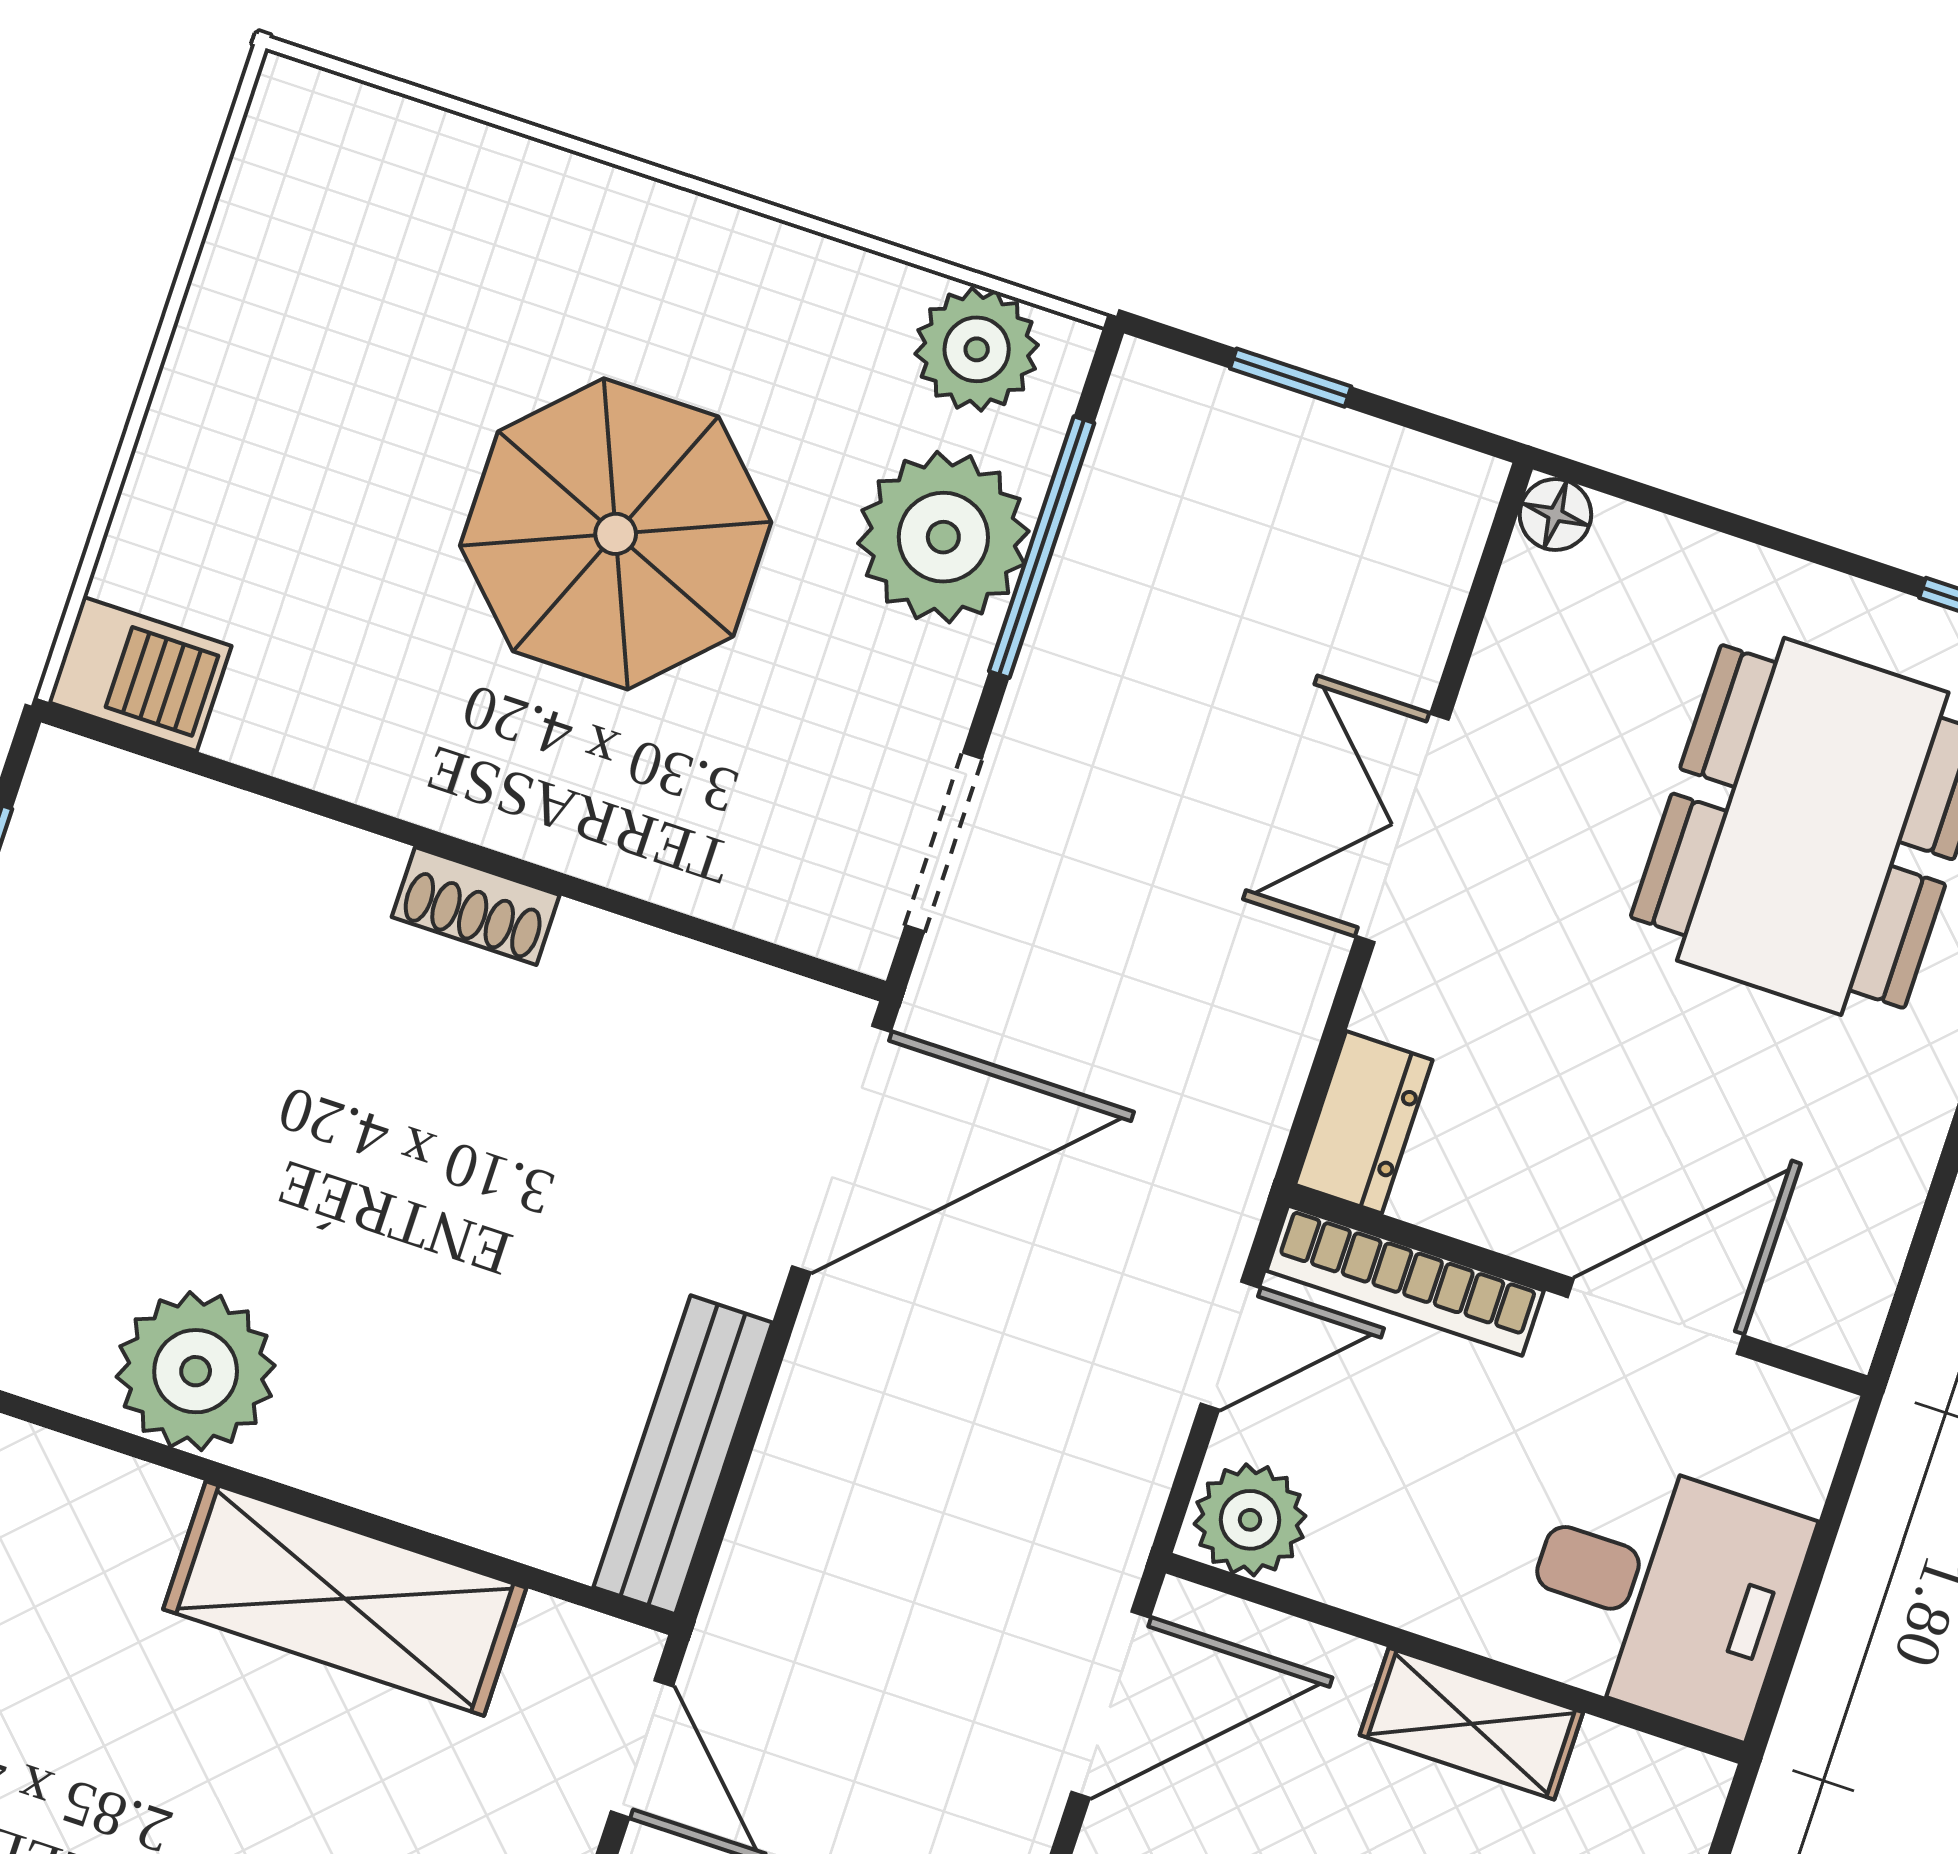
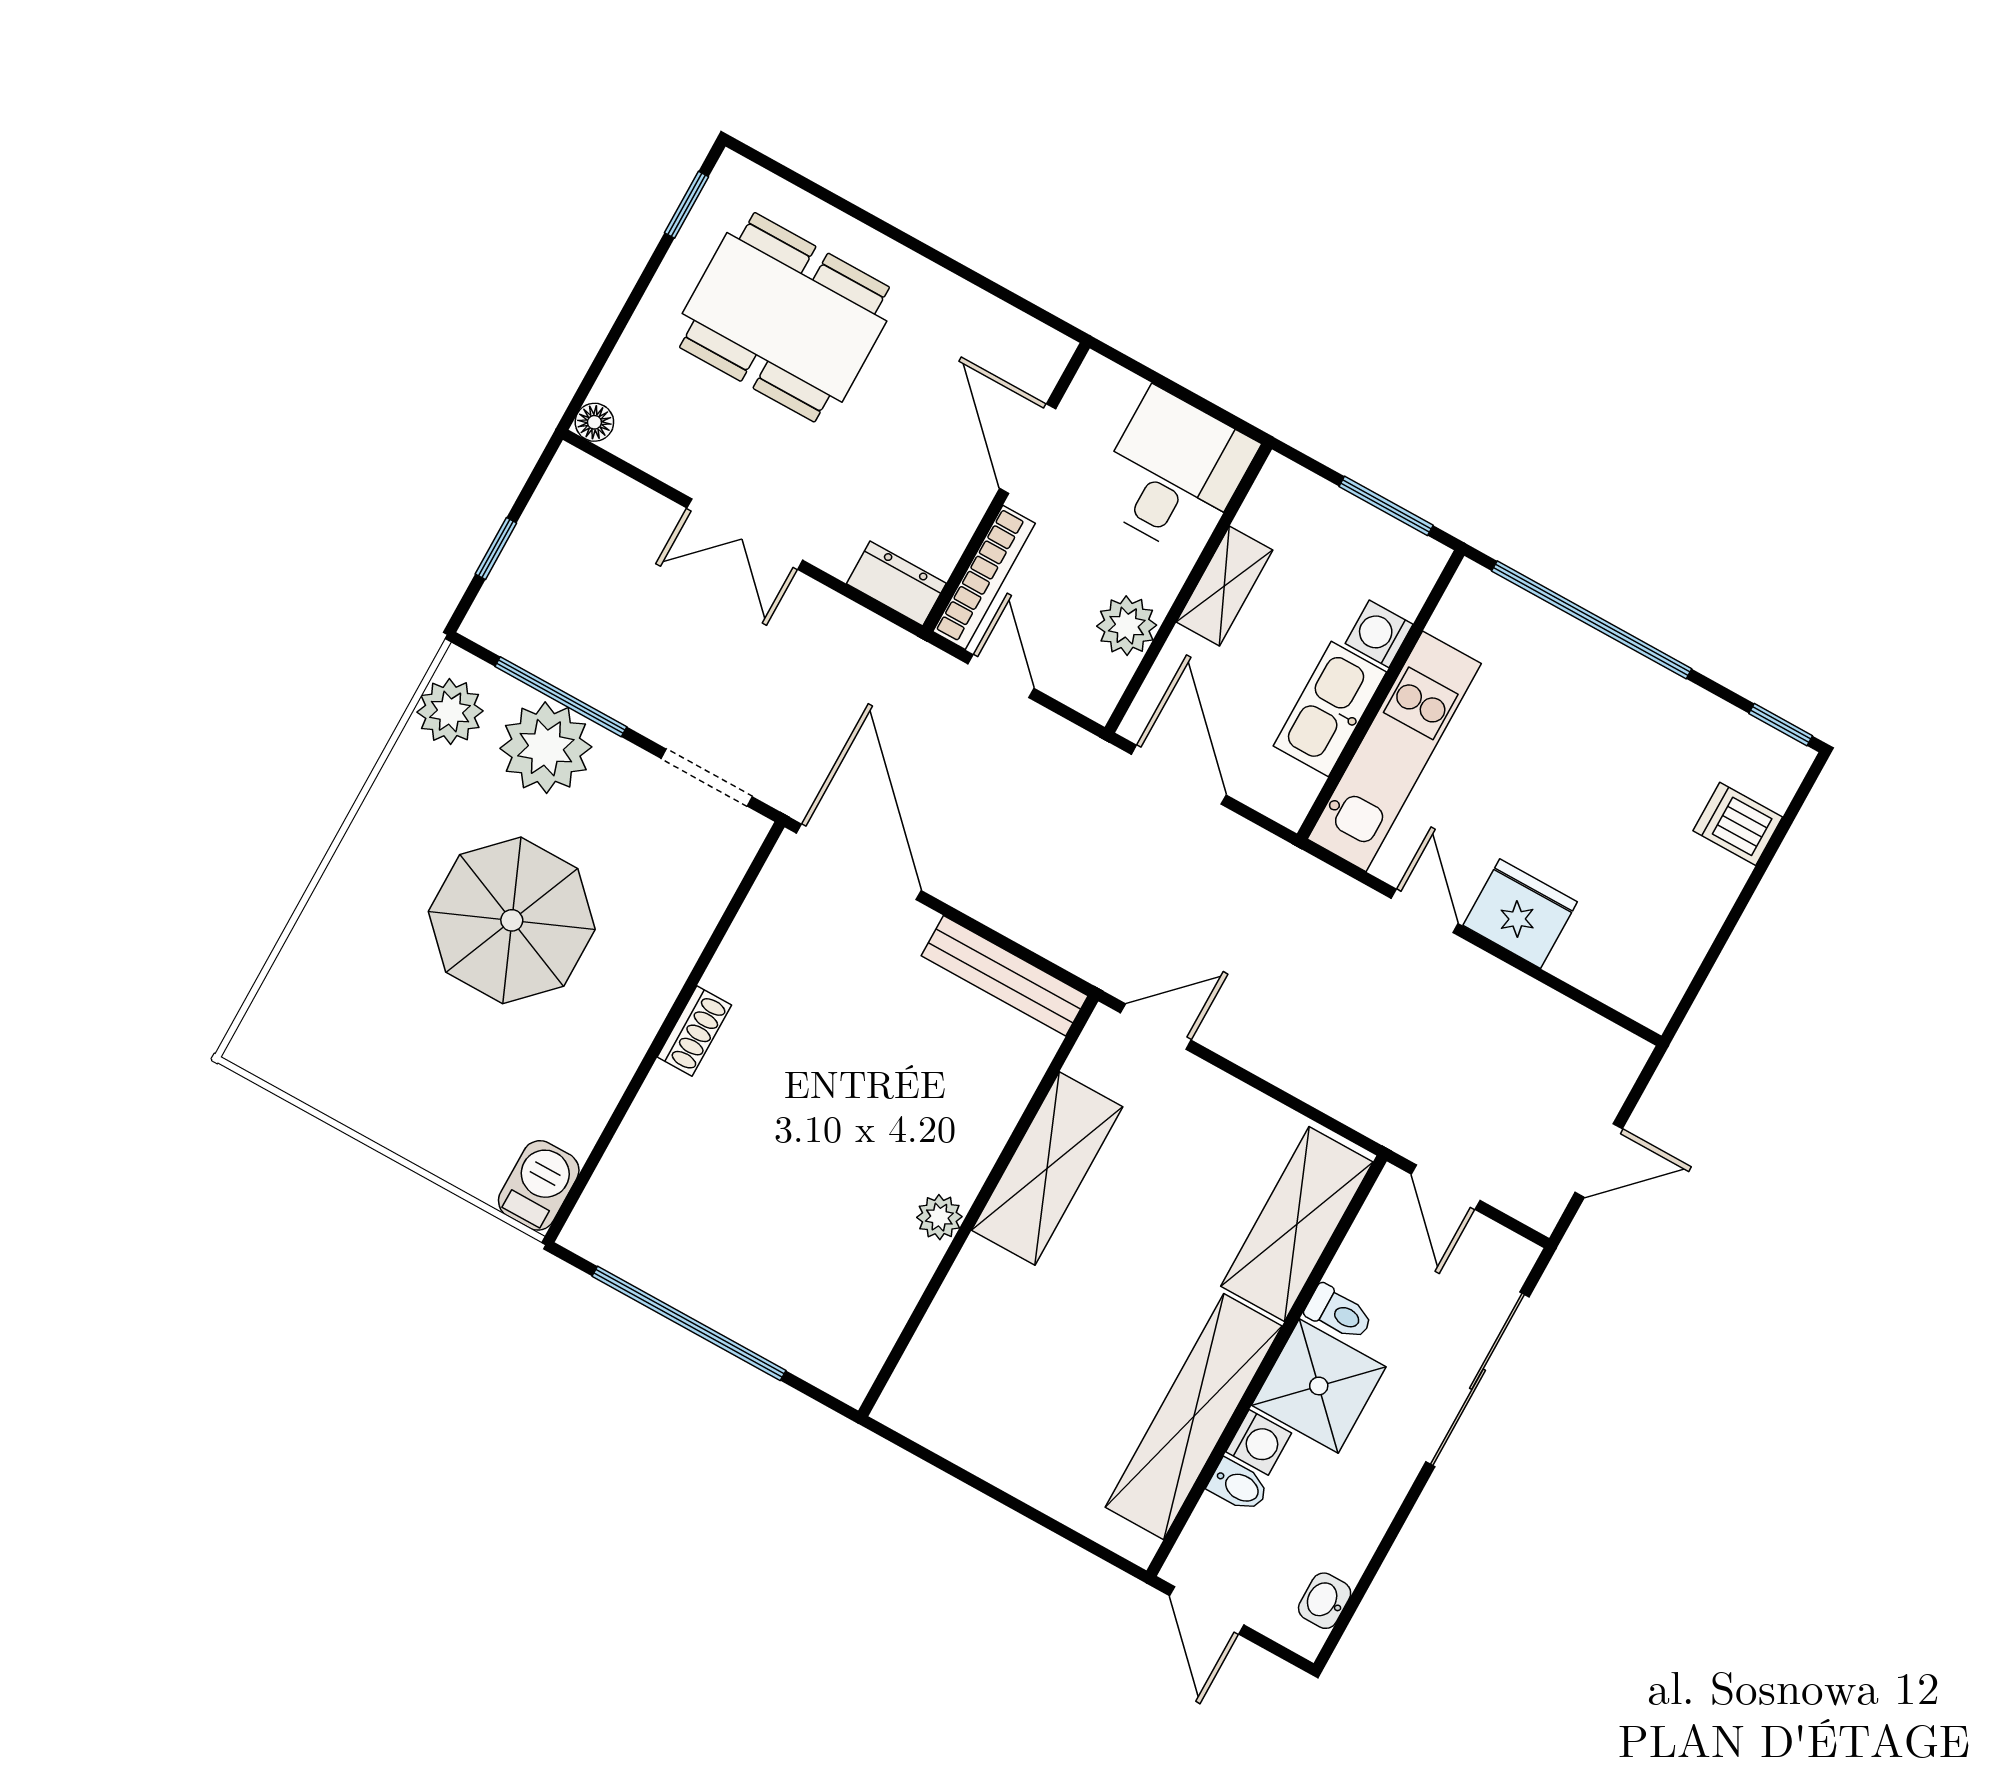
plant: (196, 1371) -> (939, 1217), width x0.53, depth x0.53
plant: (1250, 1520) -> (1127, 626), moved

